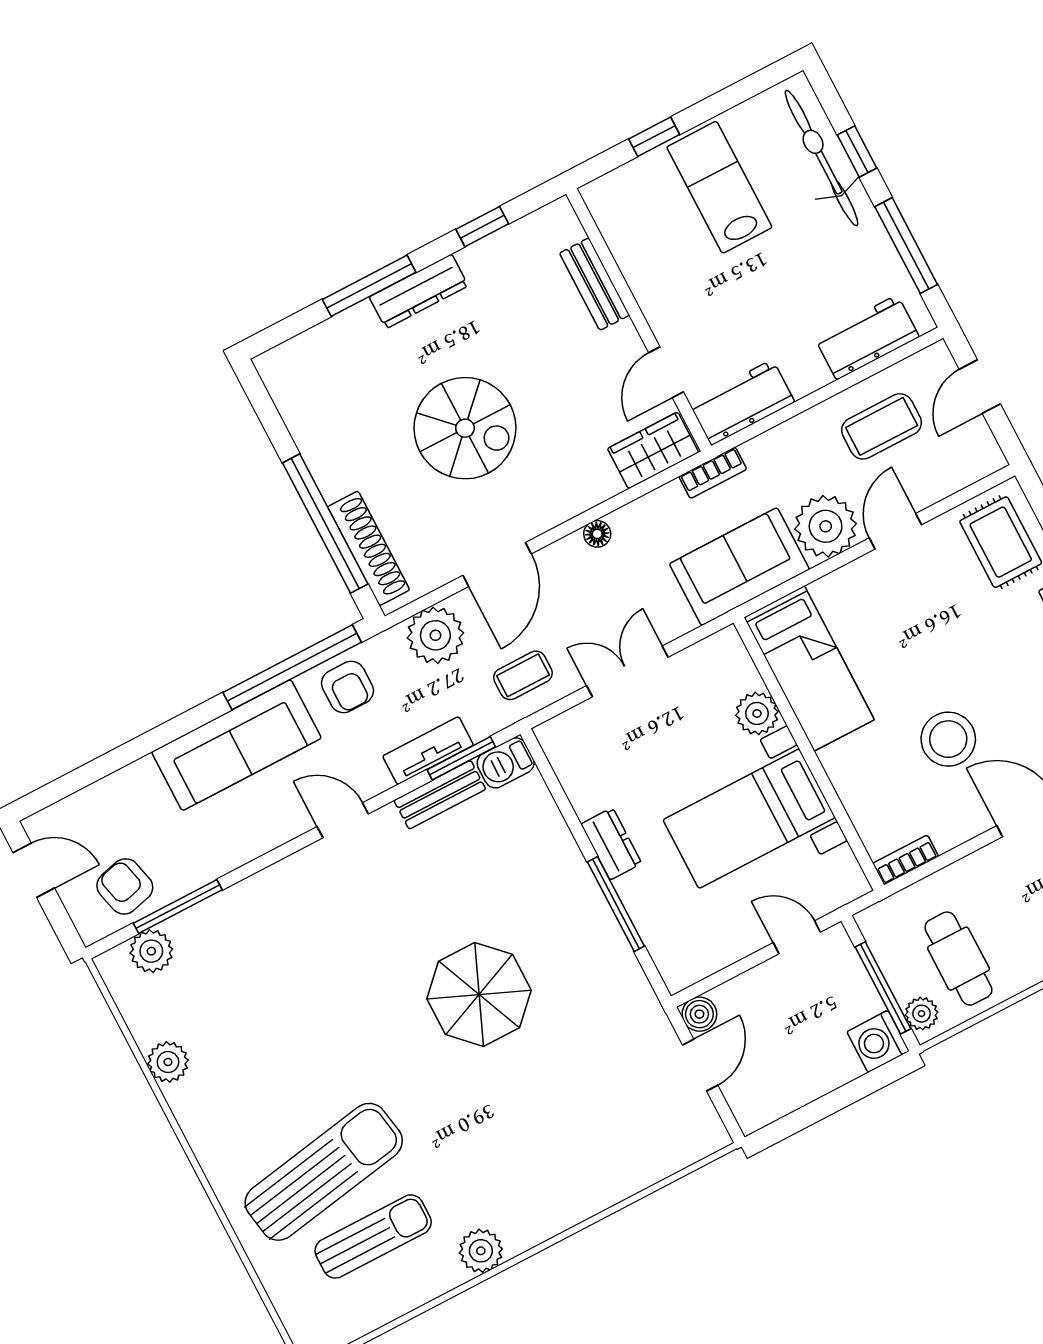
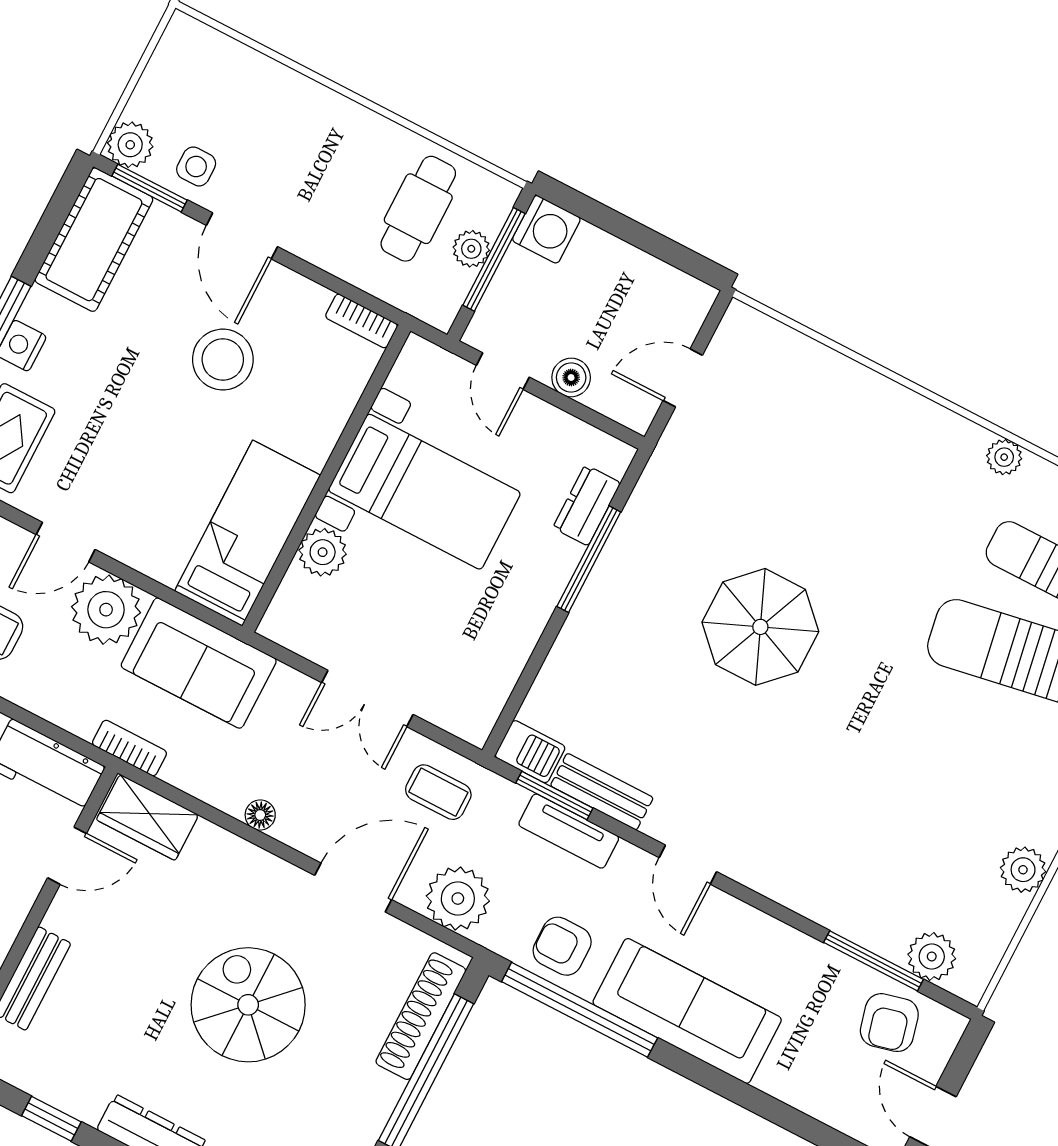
armchair: (347, 687) -> (562, 946), turned -90
dresser: (611, 844) -> (587, 505), moved
boiler: (699, 1014) -> (571, 377), moved
plant: (921, 1014) -> (471, 249), moved
plant: (481, 1251) -> (1004, 457), width x0.73, depth x0.73

